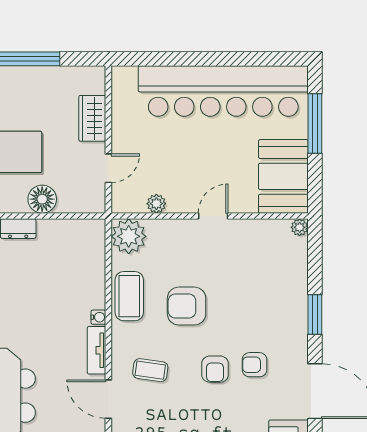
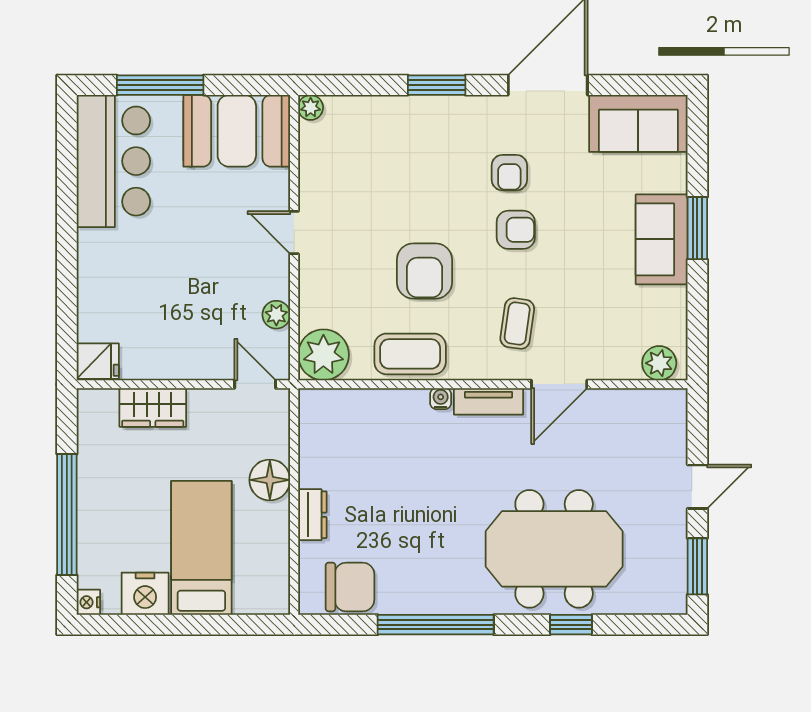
fridge: (124, 80) -> (98, 361), added
bar counter: (223, 91) -> (113, 161), width x0.54
door: (108, 168) -> (255, 384), moved

